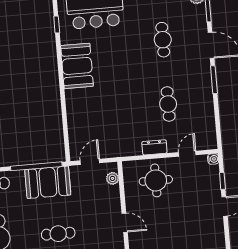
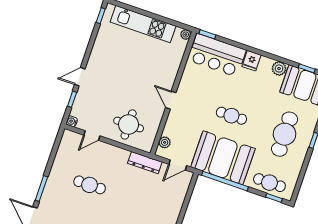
cafe table: (168, 104) -> (90, 185), turned 90
dresser: (154, 147) -> (145, 163), moved, width x1.44
booth: (48, 182) -> (223, 158), width x1.36, depth x1.42

